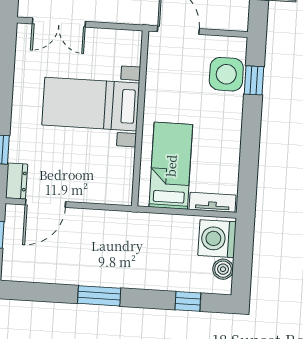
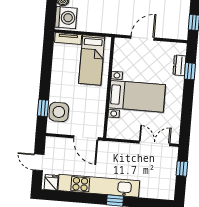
dresser: (17, 181) -> (179, 65), moved
door: (45, 203) -> (142, 38), moved

